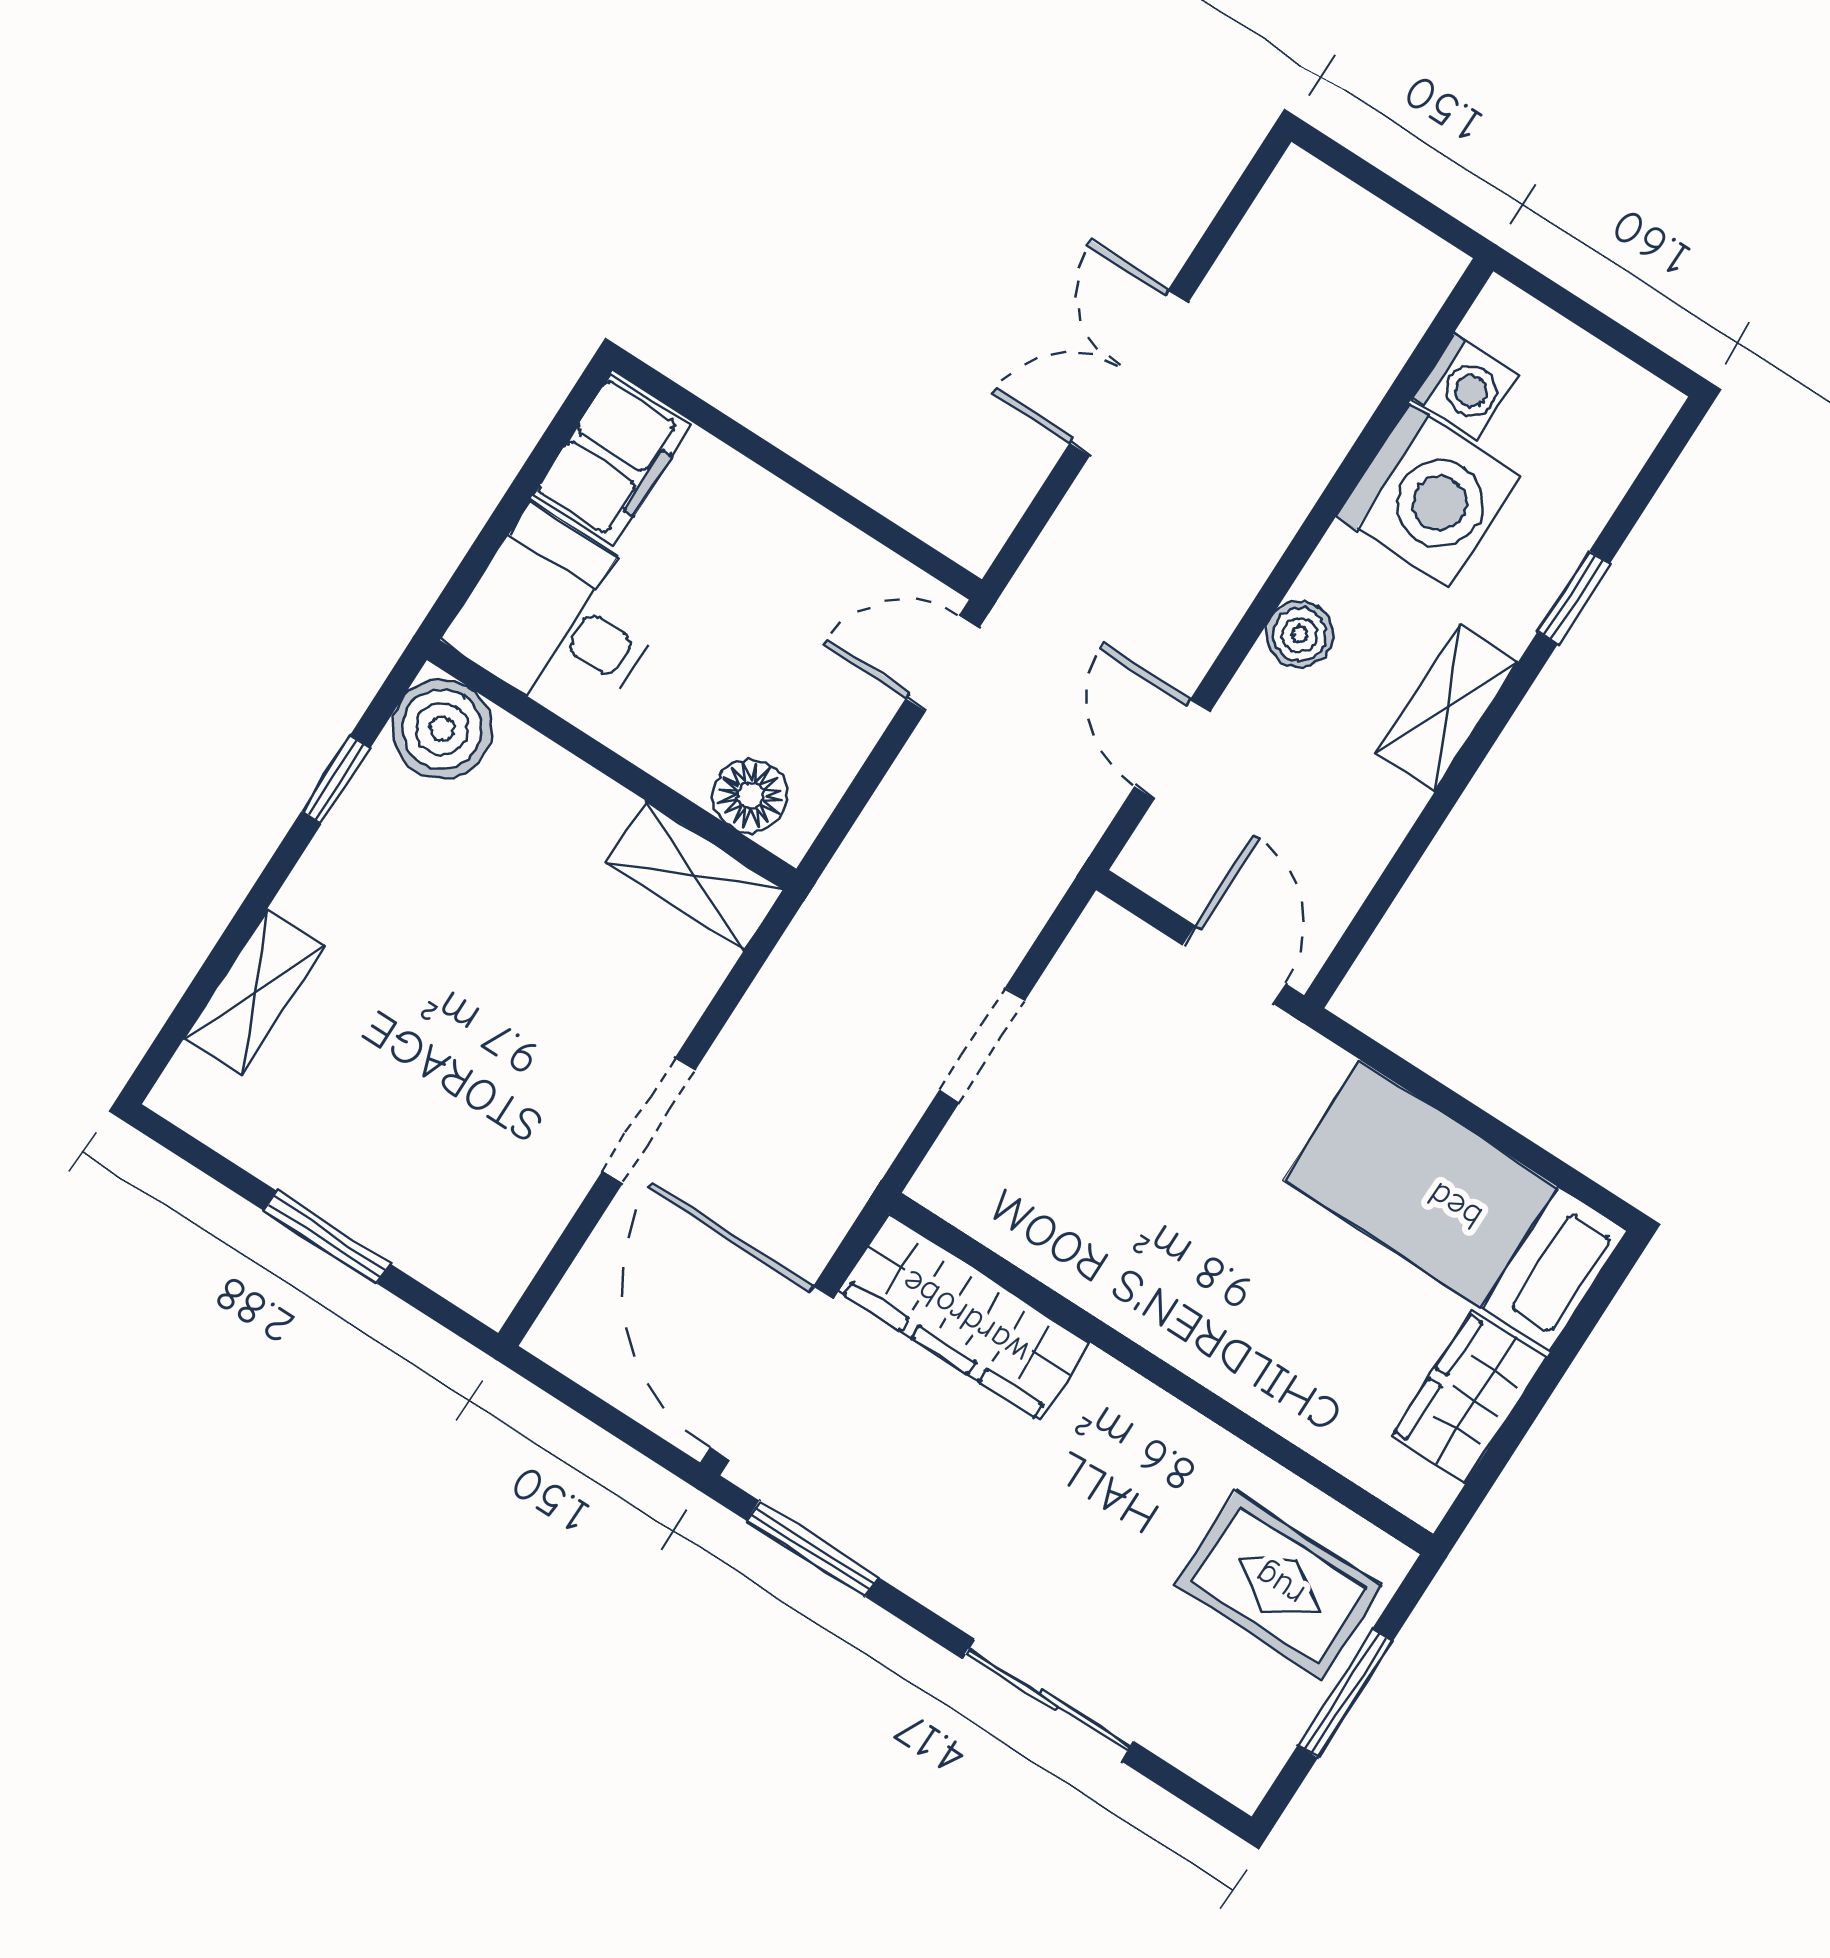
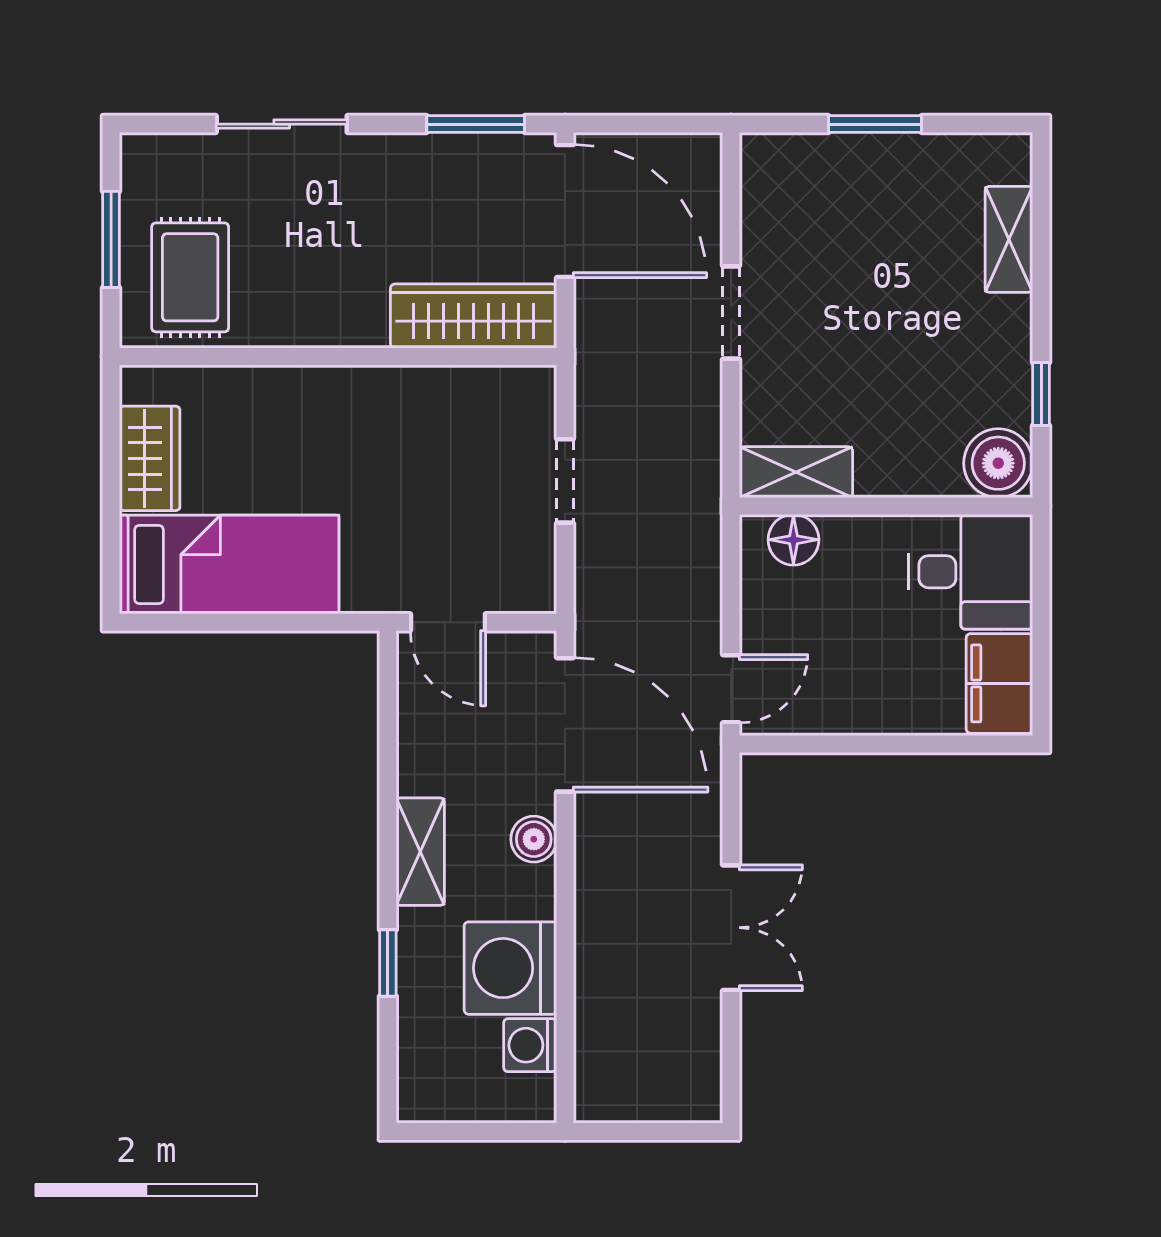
door: (1172, 749) -> (565, 725), width x1.88
rug: (1279, 1585) -> (190, 277), turned 90

